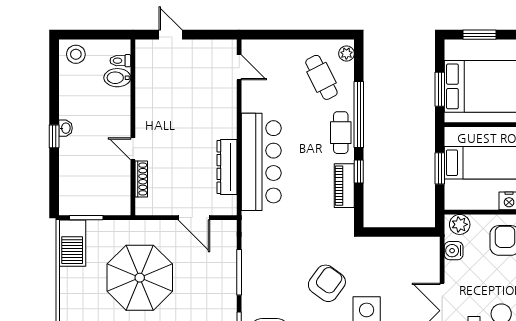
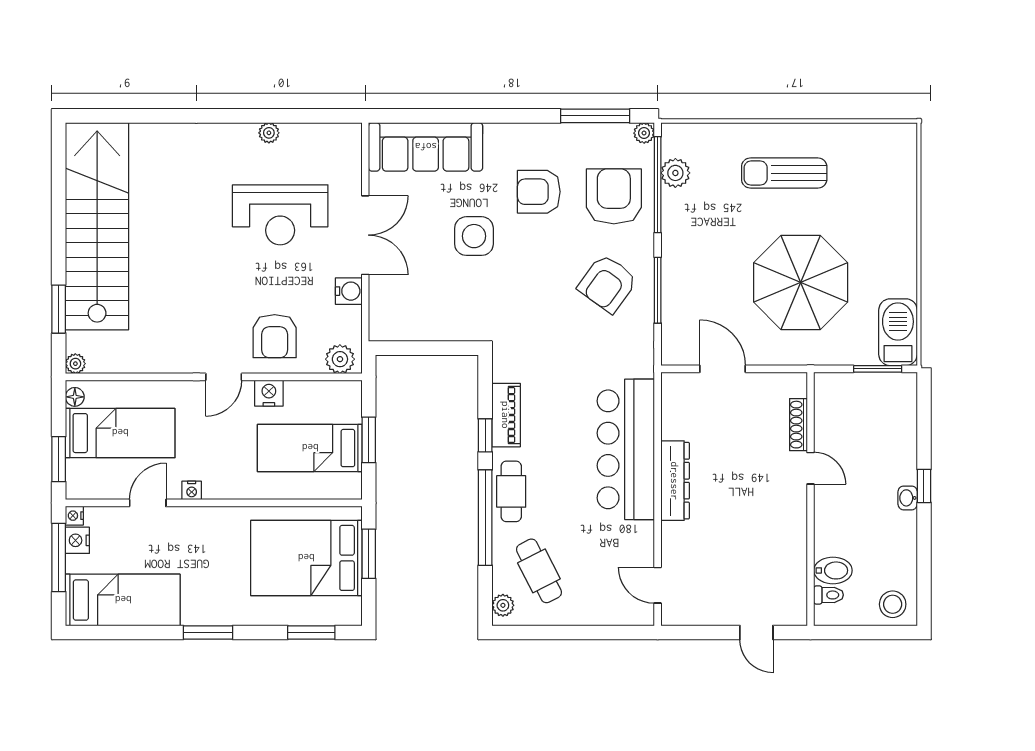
dresser: (227, 167) -> (675, 481), moved
water cooler: (454, 251) -> (349, 291), moved
armchair: (327, 283) -> (608, 284), moved

